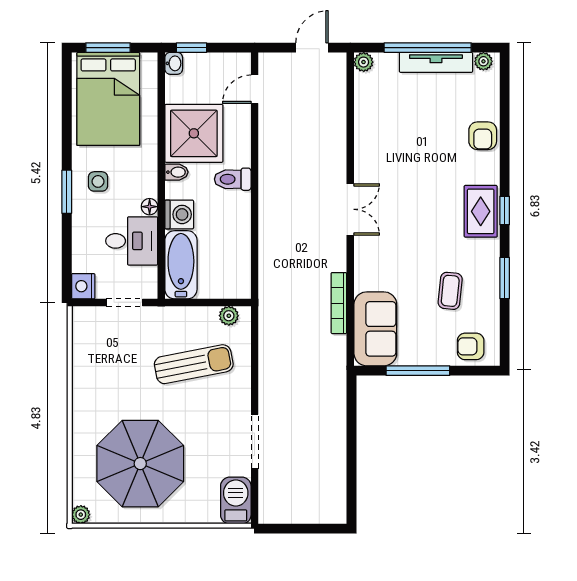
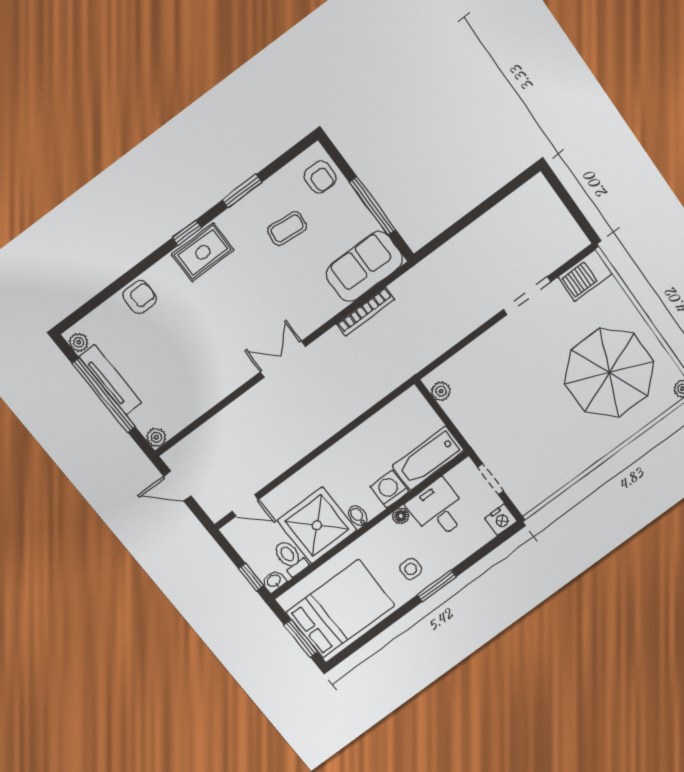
toilet: (233, 179) -> (290, 558), moved, turned 180
sun lounger: (194, 364) -> (500, 390), removed

